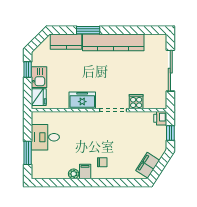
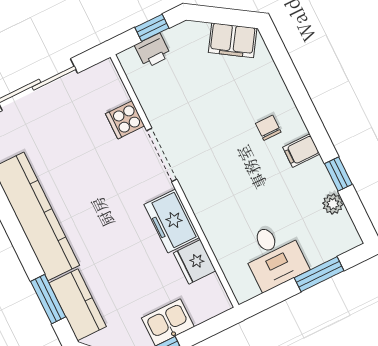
window: (88, 30) -> (48, 299), moved
fridge: (39, 97) -> (195, 262), moved, turned -90
printer: (160, 118) -> (153, 51), moved
plant: (74, 174) -> (333, 204), moved
window: (67, 183) -> (338, 174), added

